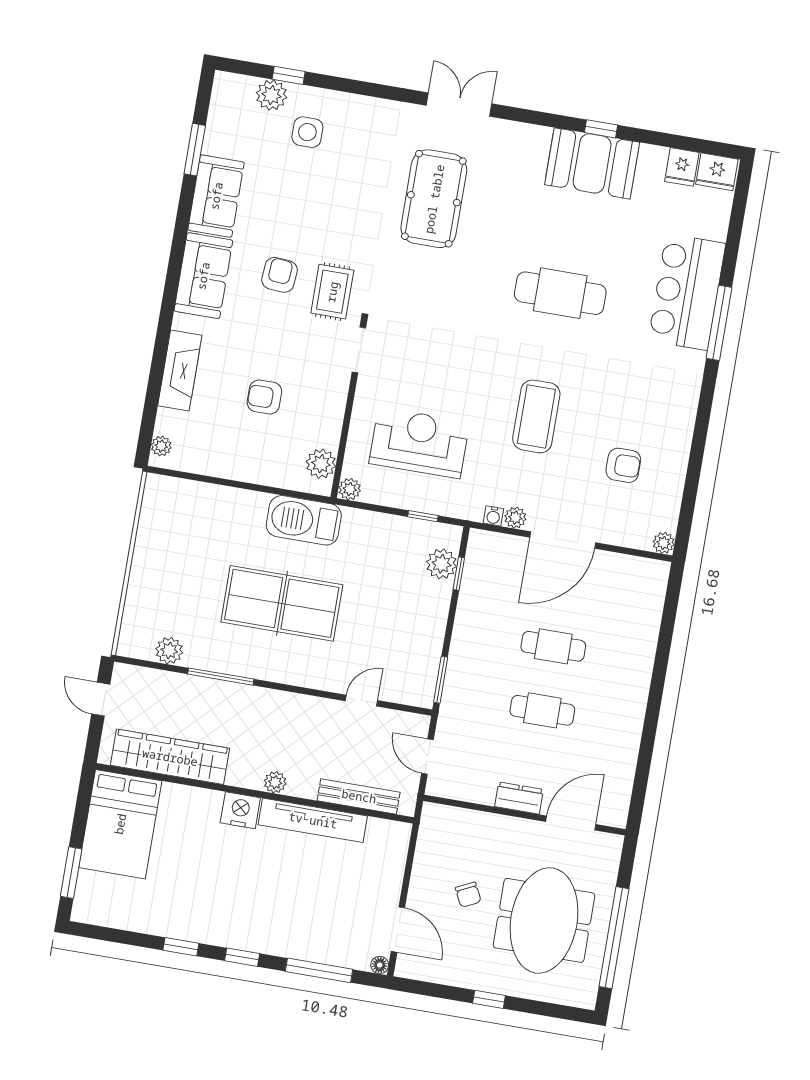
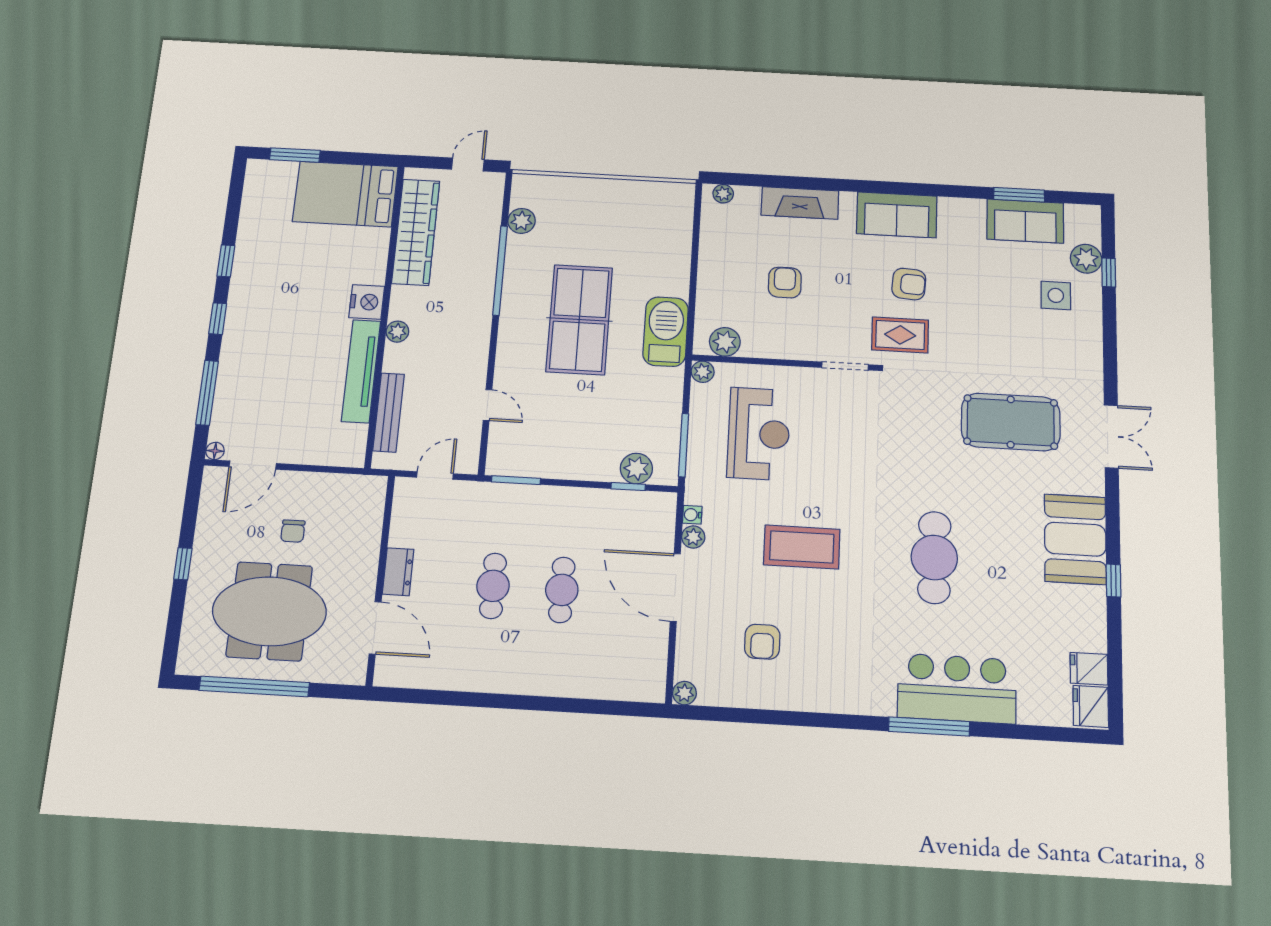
booth: (592, 163) -> (1075, 539), moved
sofa: (216, 196) -> (1025, 221), moved
window: (423, 516) -> (684, 445), width x2.17
window: (221, 677) -> (500, 270), width x1.46
chair: (468, 895) -> (293, 531), turned -64

